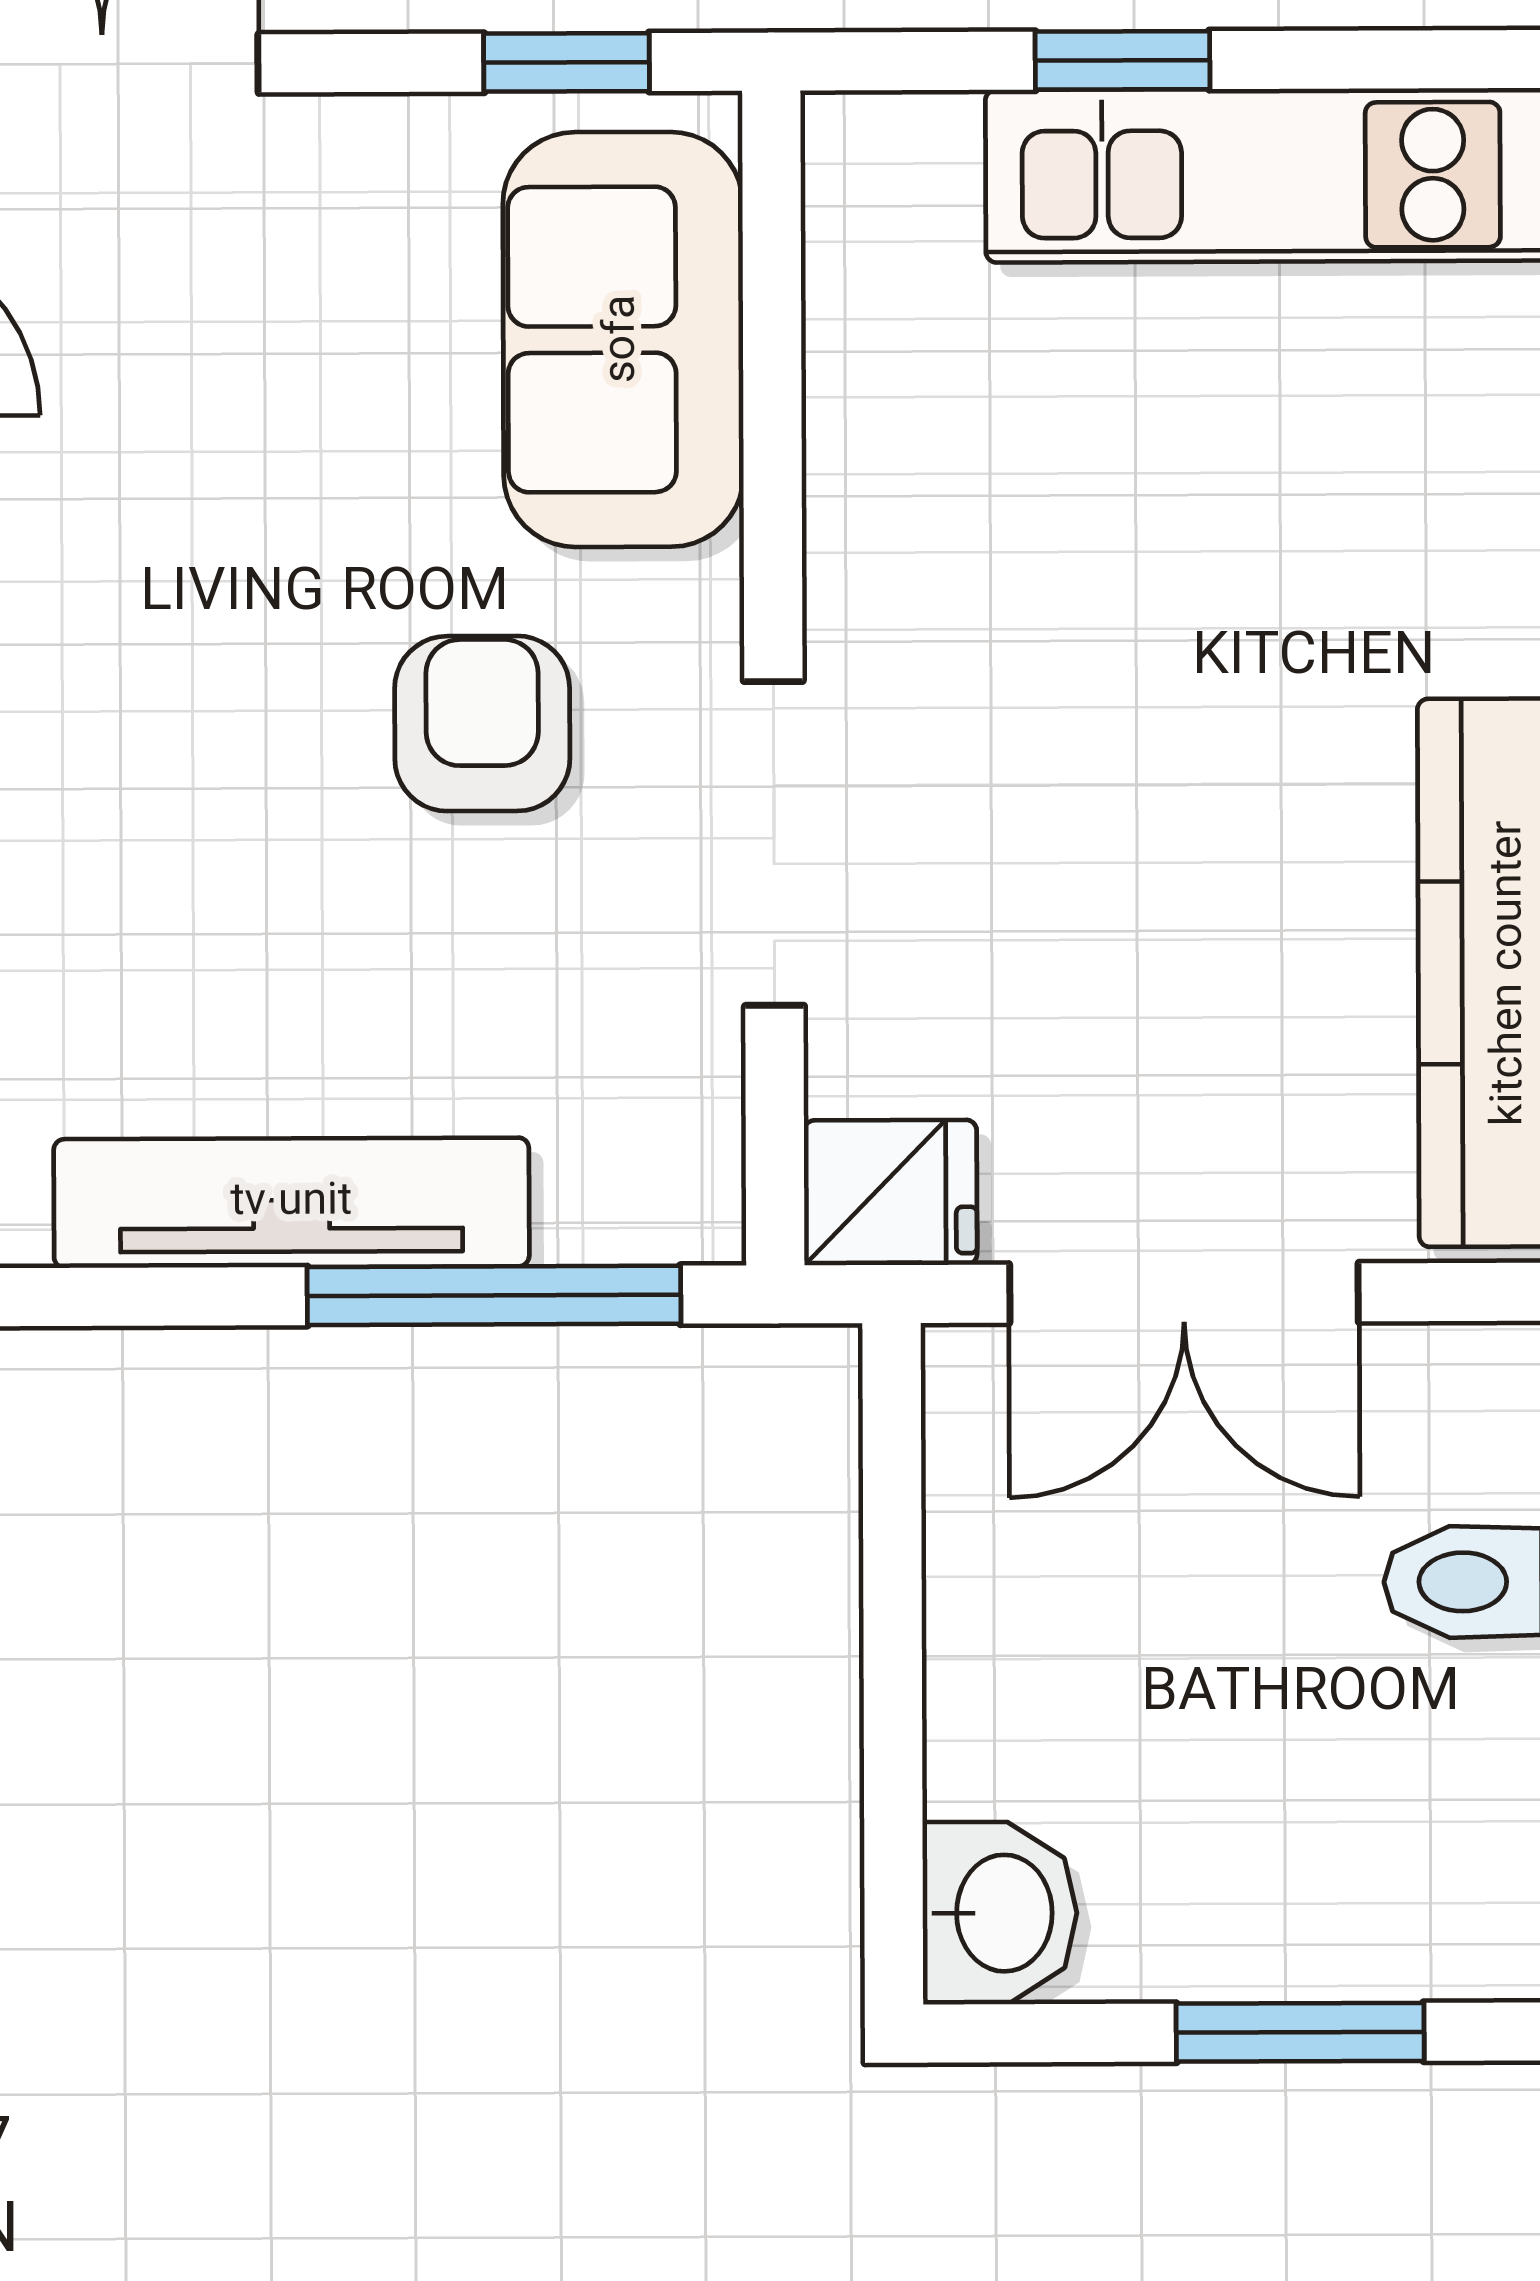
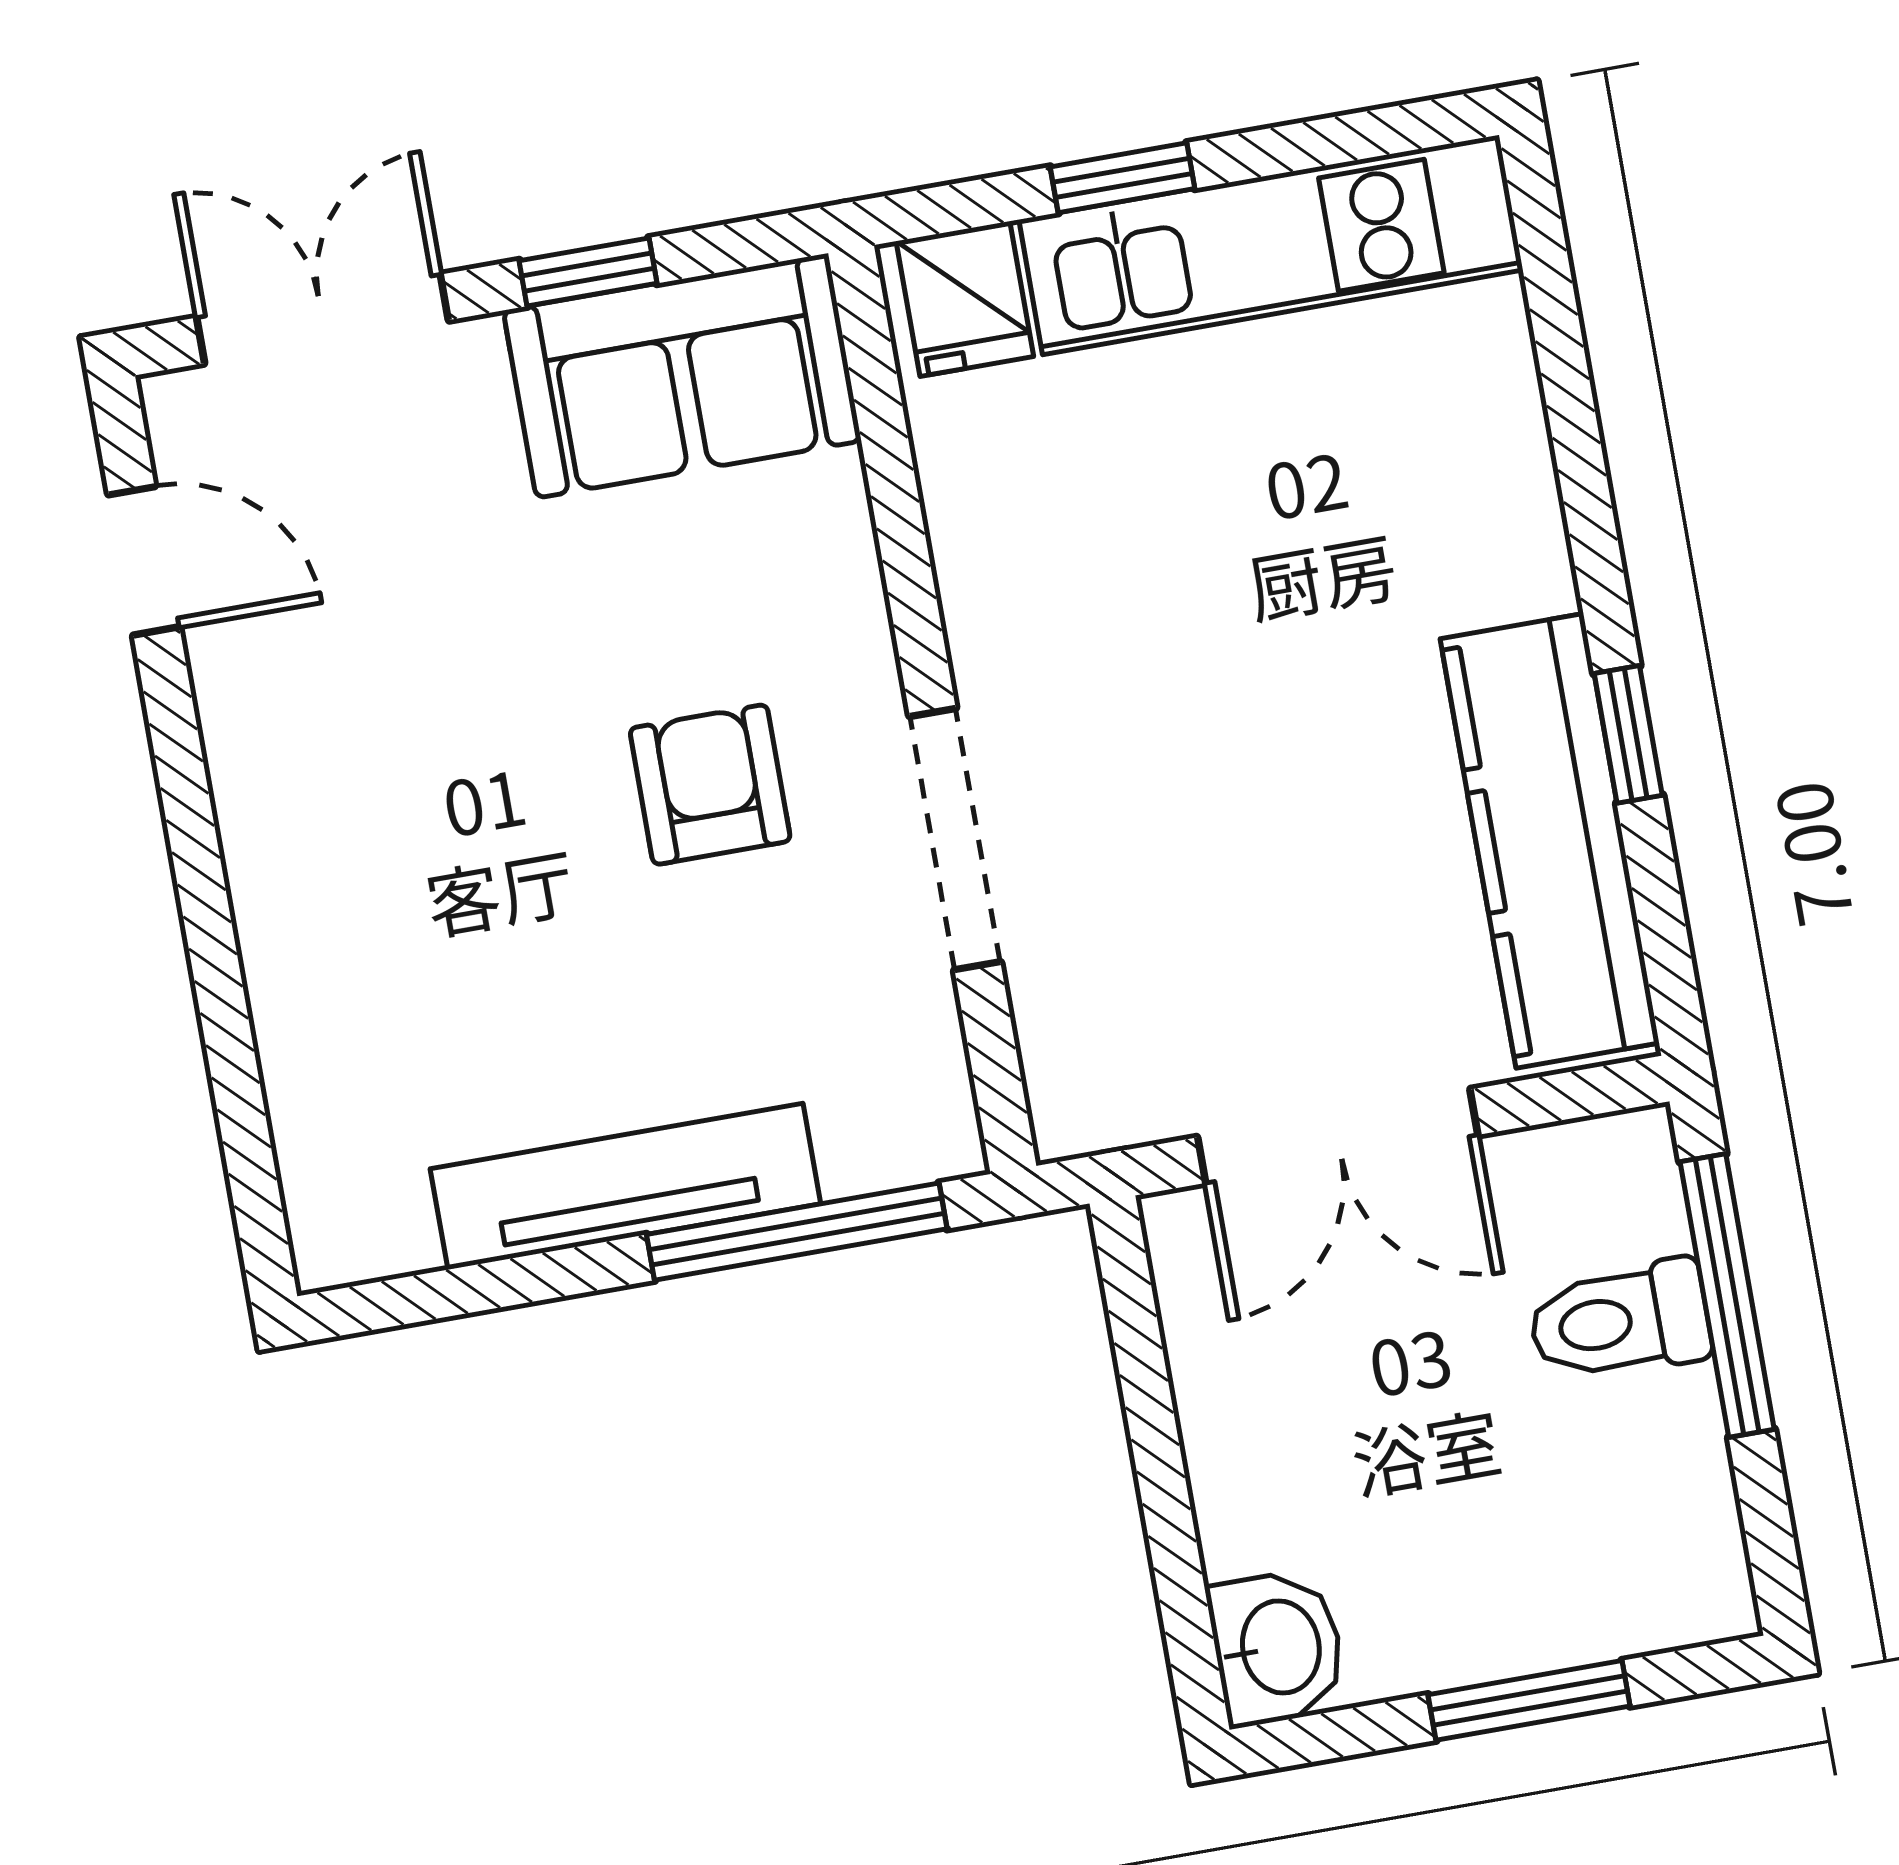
window: (567, 62) -> (588, 272), moved
sofa: (623, 339) -> (682, 376), moved, turned -90
fridge: (890, 1193) -> (965, 299), moved, turned 90

